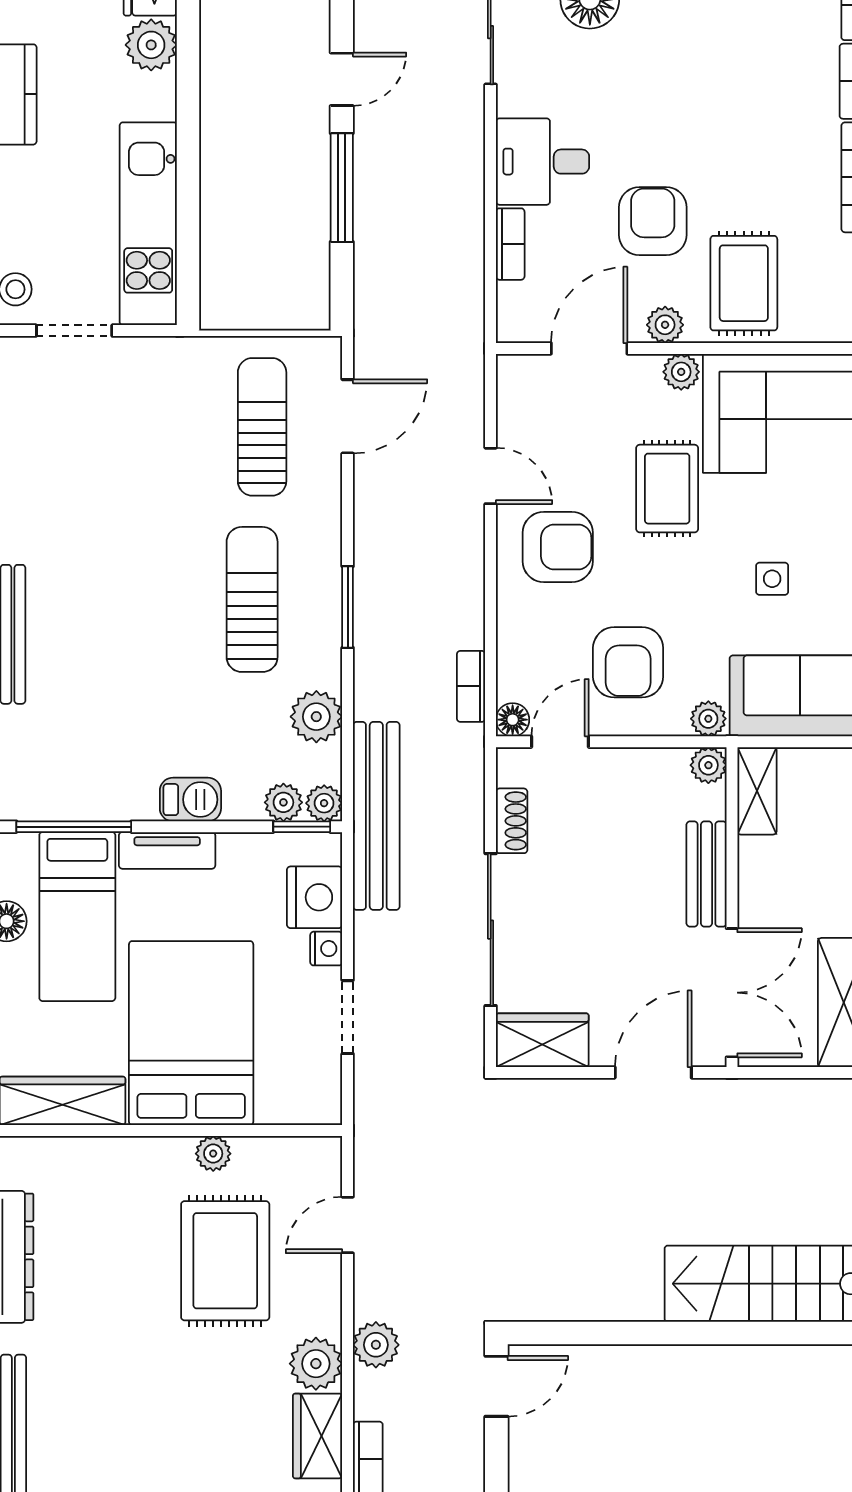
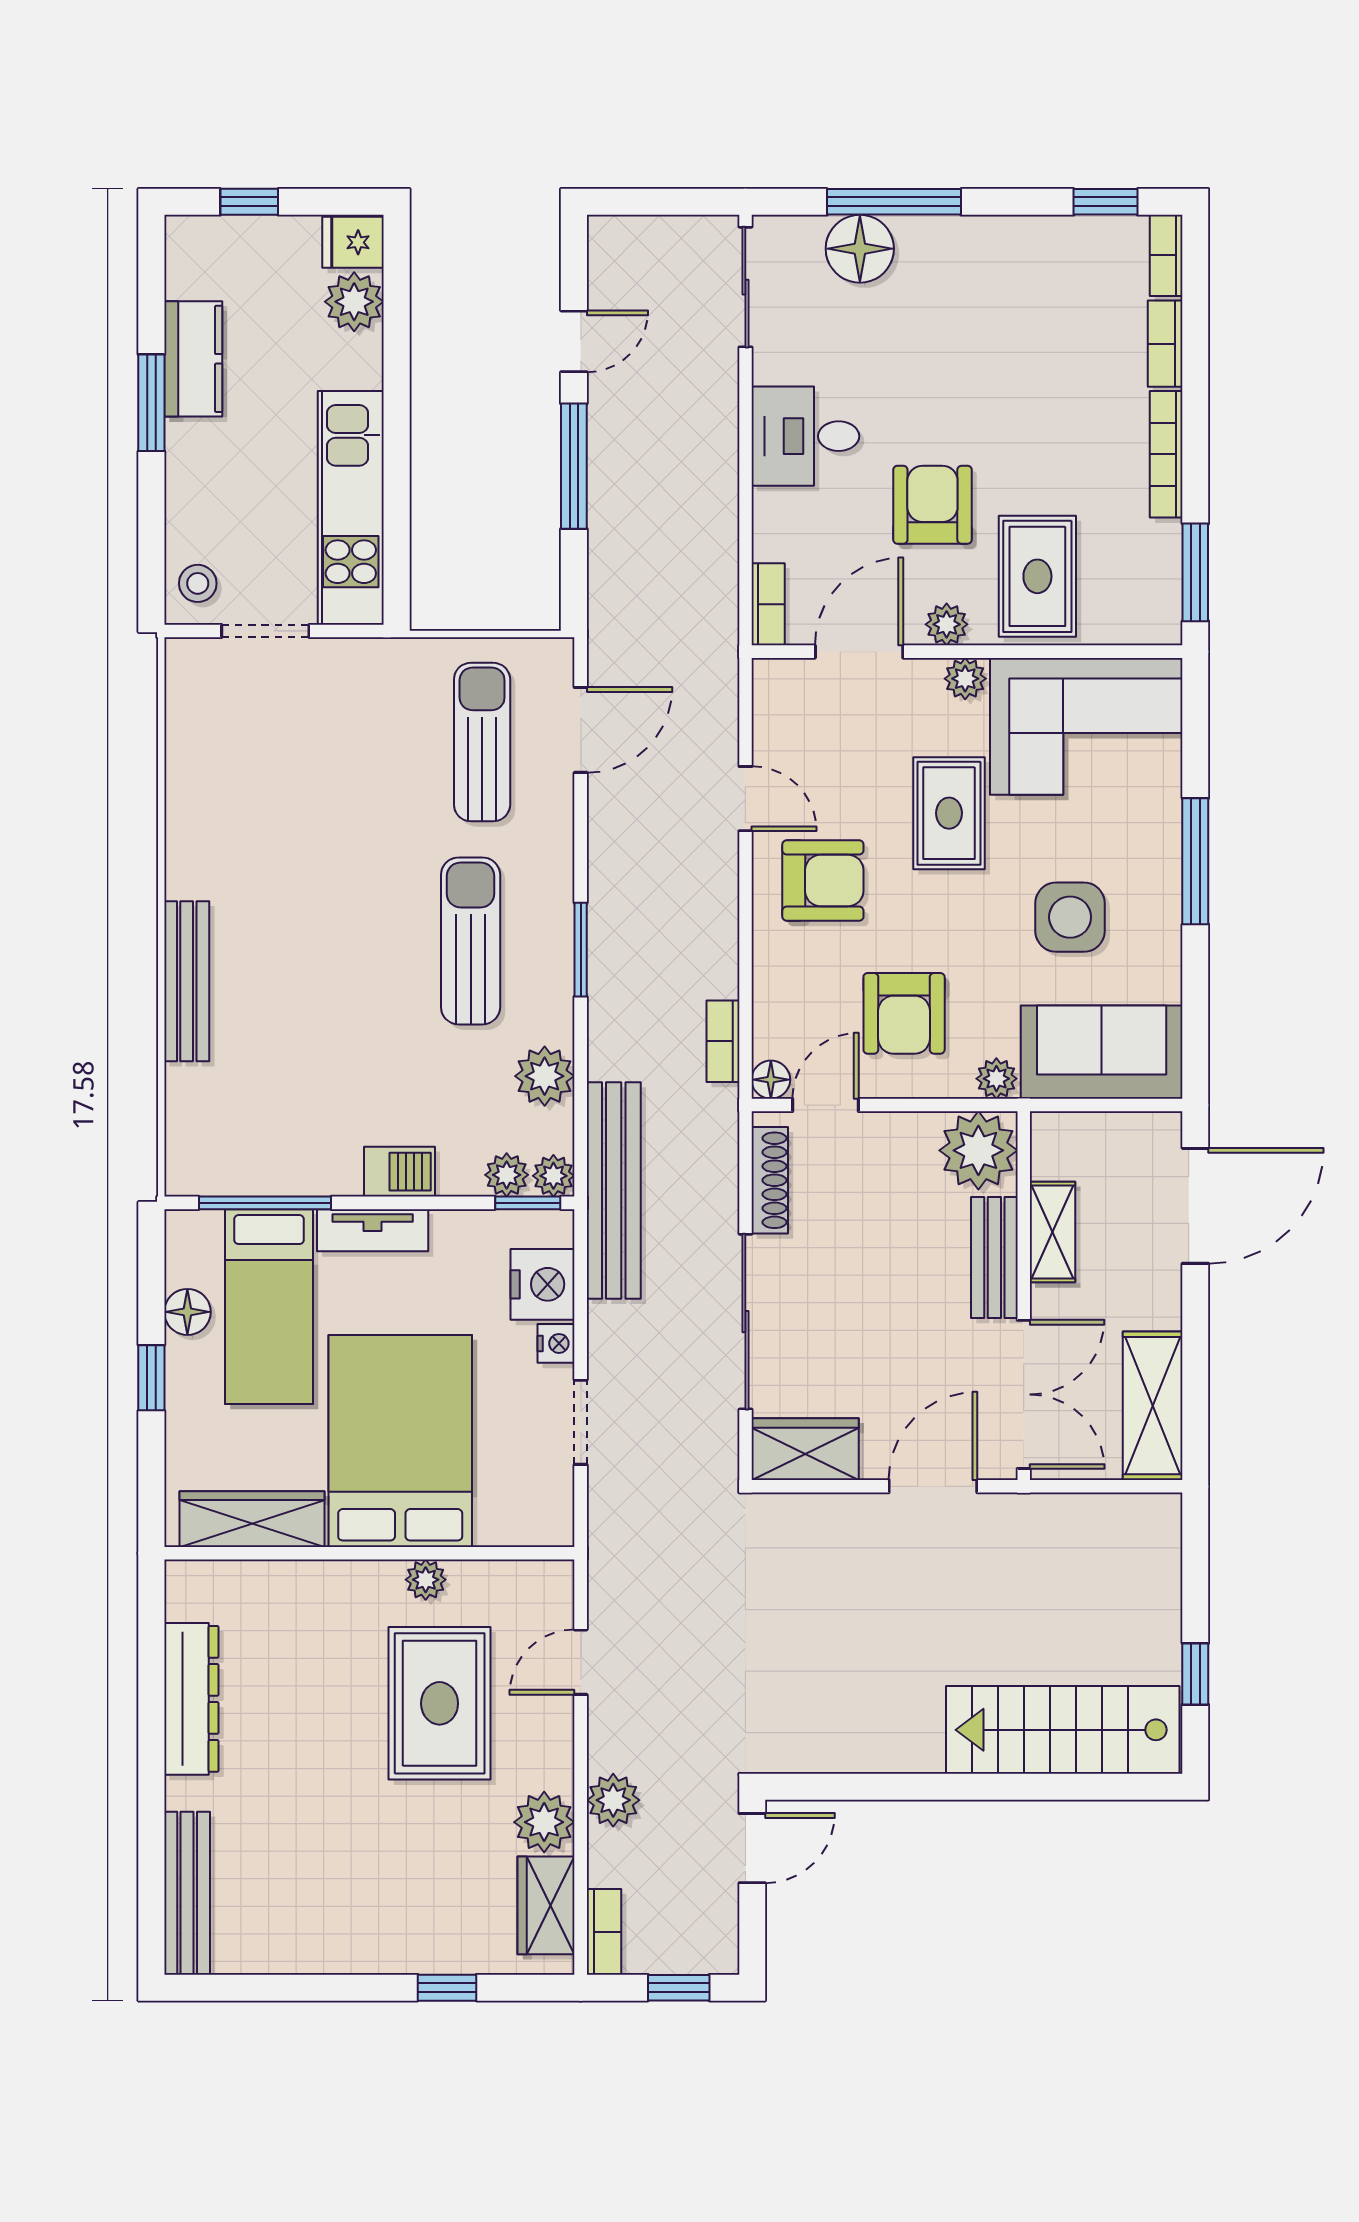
bookcase: (510, 244) -> (768, 604), moved
side table: (772, 579) -> (1070, 917), width x1.87, depth x1.87
plant: (708, 765) -> (978, 1150), width x1.88, depth x1.88
shelving: (757, 791) -> (1053, 1232), moved
shoe rack: (512, 821) -> (770, 1180), width x1.43

